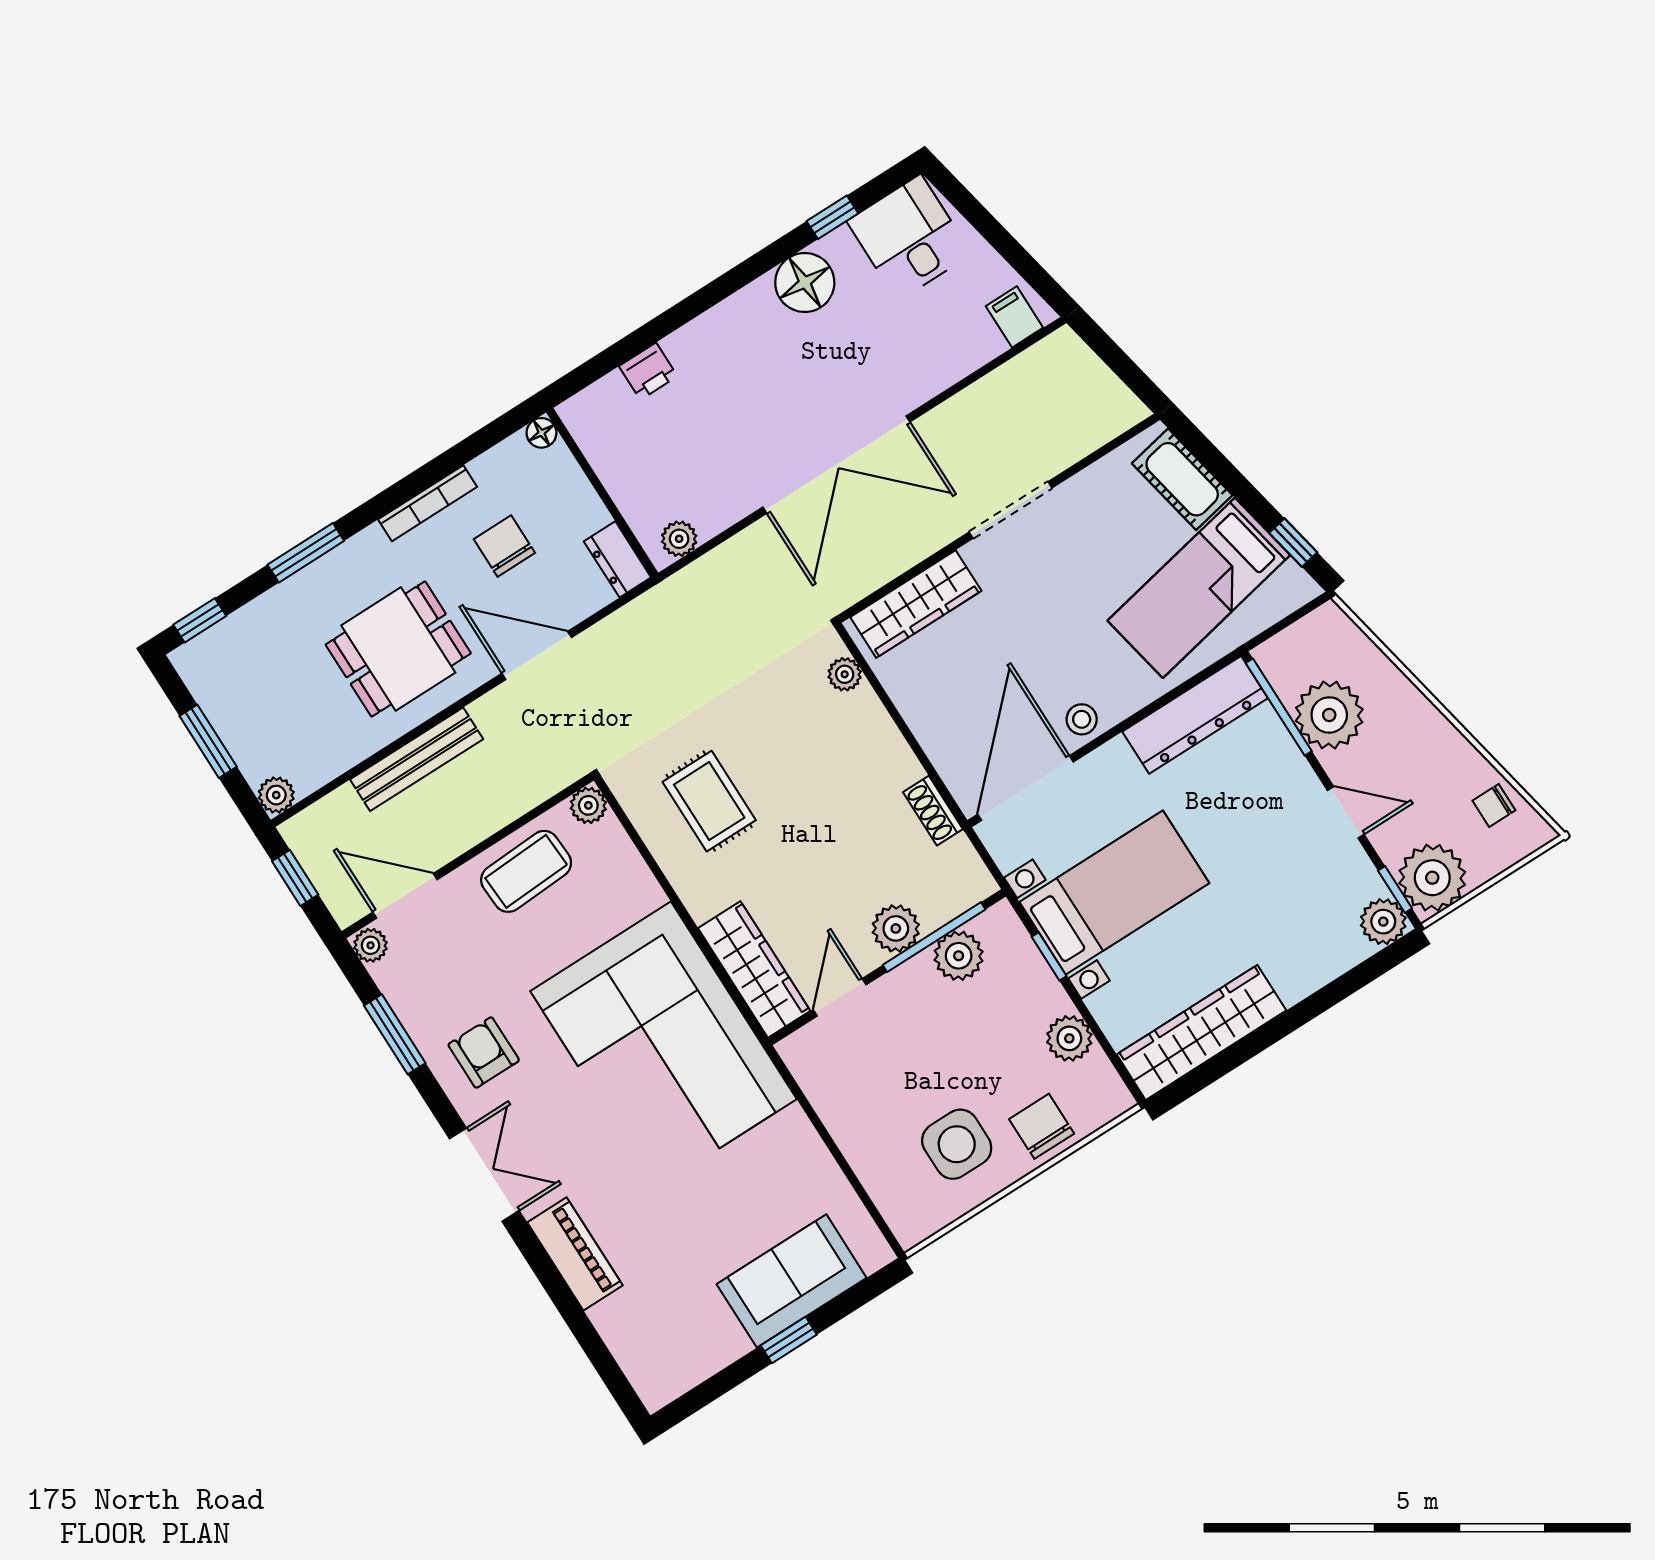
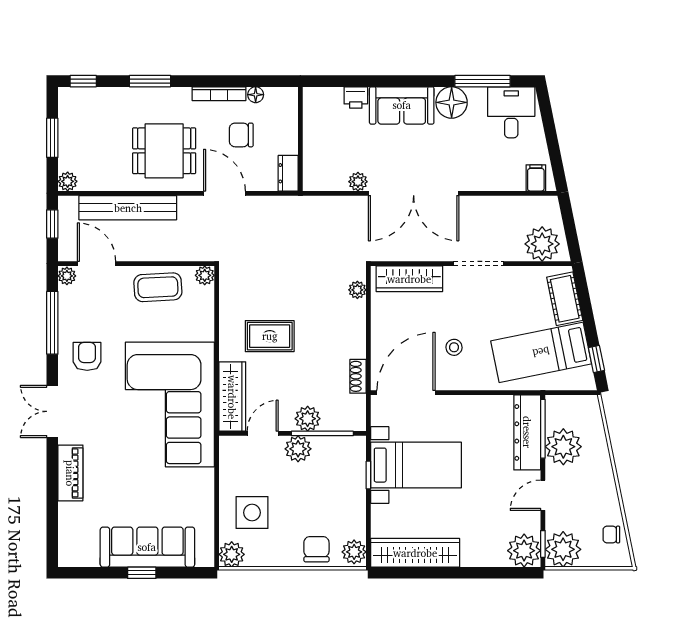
window: (832, 217) -> (483, 81), width x2.17
sofa: (729, 337) -> (402, 105), added
plant: (1091, 415) -> (542, 244), added
floor lamp: (541, 433) -> (256, 95), moved
plant: (679, 539) -> (358, 182), moved
chair: (504, 546) -> (241, 135), turned -90
dresser: (1195, 715) -> (527, 432), moved, turned 90
stool: (1082, 719) -> (454, 347), moved
bench: (417, 759) -> (128, 208), width x1.37, depth x1.21
rug: (709, 801) -> (270, 336), moved, turned 90
door: (1346, 812) -> (543, 495), swing flipped
plant: (1383, 922) -> (524, 551), width x1.36, depth x1.36
plant: (959, 956) -> (298, 449), moved
window: (395, 1034) -> (52, 323), width x1.44
plant: (1069, 1038) -> (354, 552), moved
side table: (957, 1144) -> (252, 513), moved
double door: (484, 1175) -> (52, 411), swing flipped
plant: (912, 1220) -> (232, 554), added
sofa: (792, 1281) -> (147, 547), width x1.36

